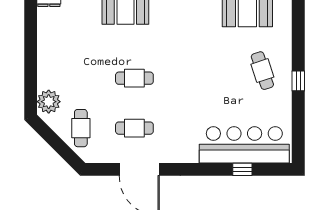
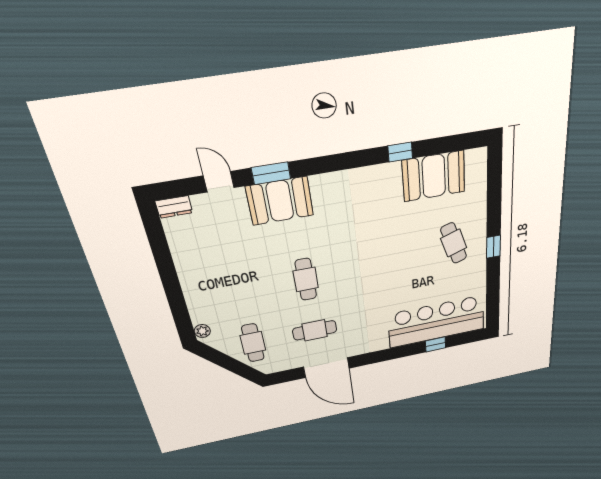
cafe table: (134, 78) -> (306, 279), turned 90
plant: (49, 102) -> (202, 331), width x0.53, depth x0.53

